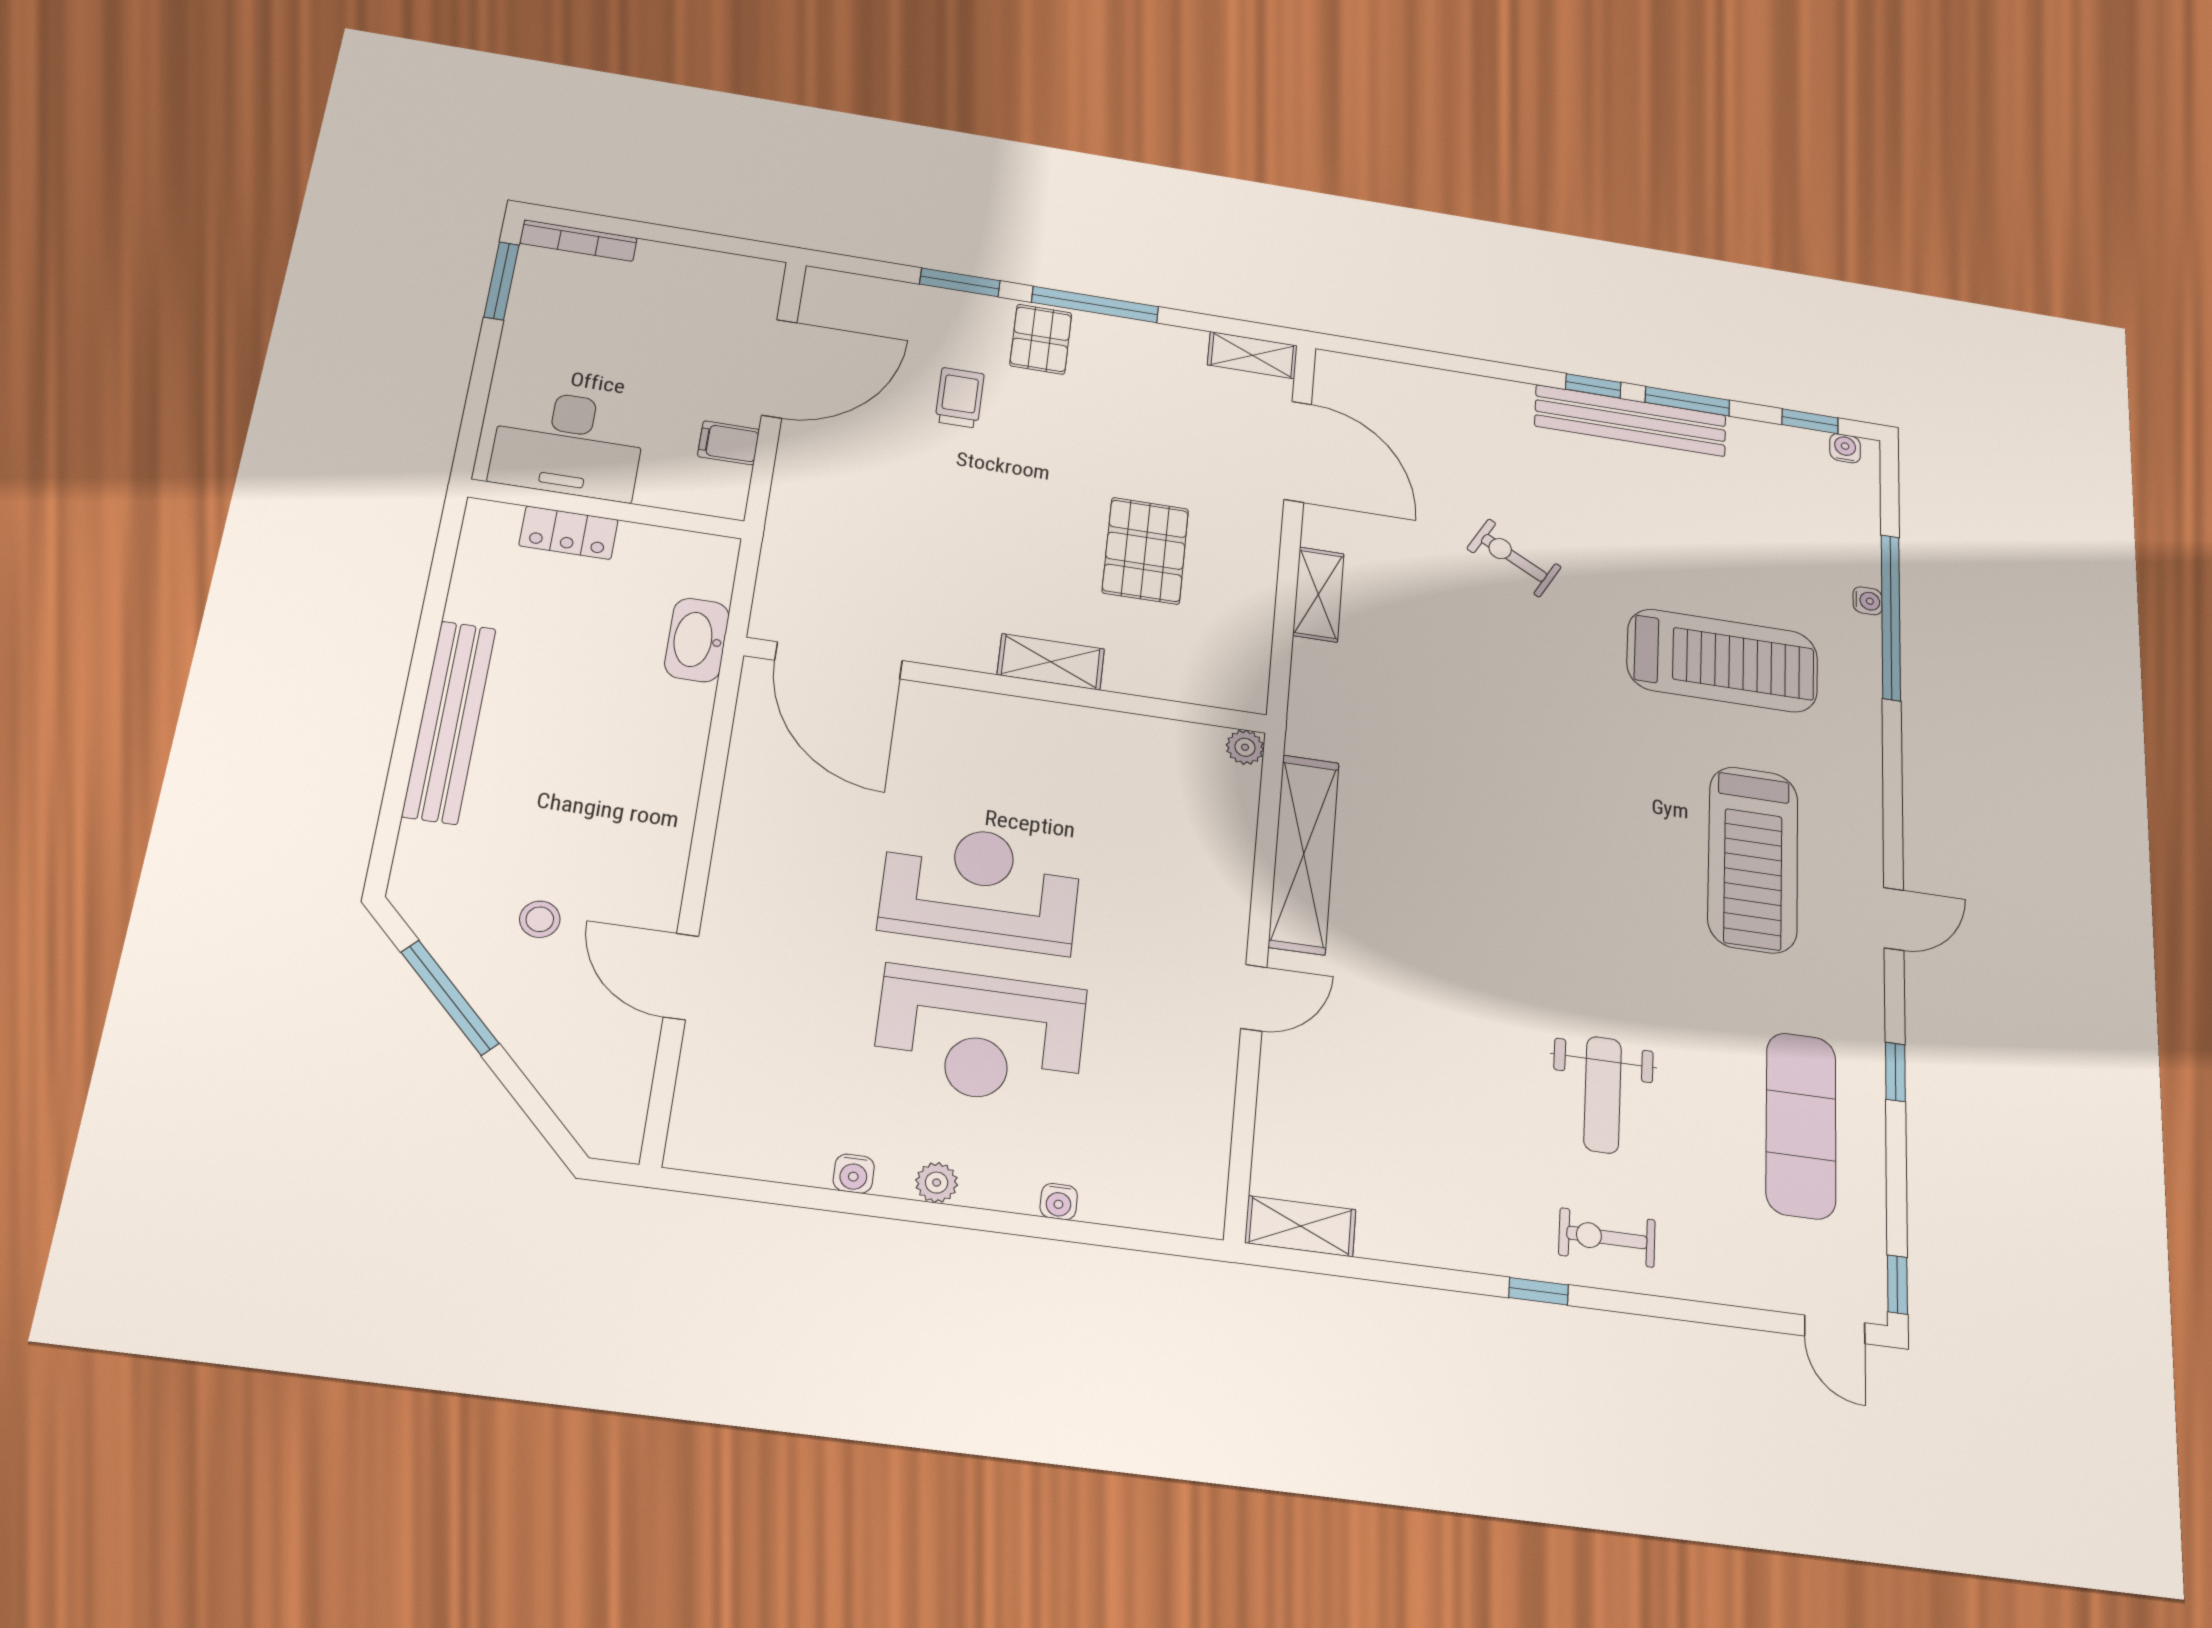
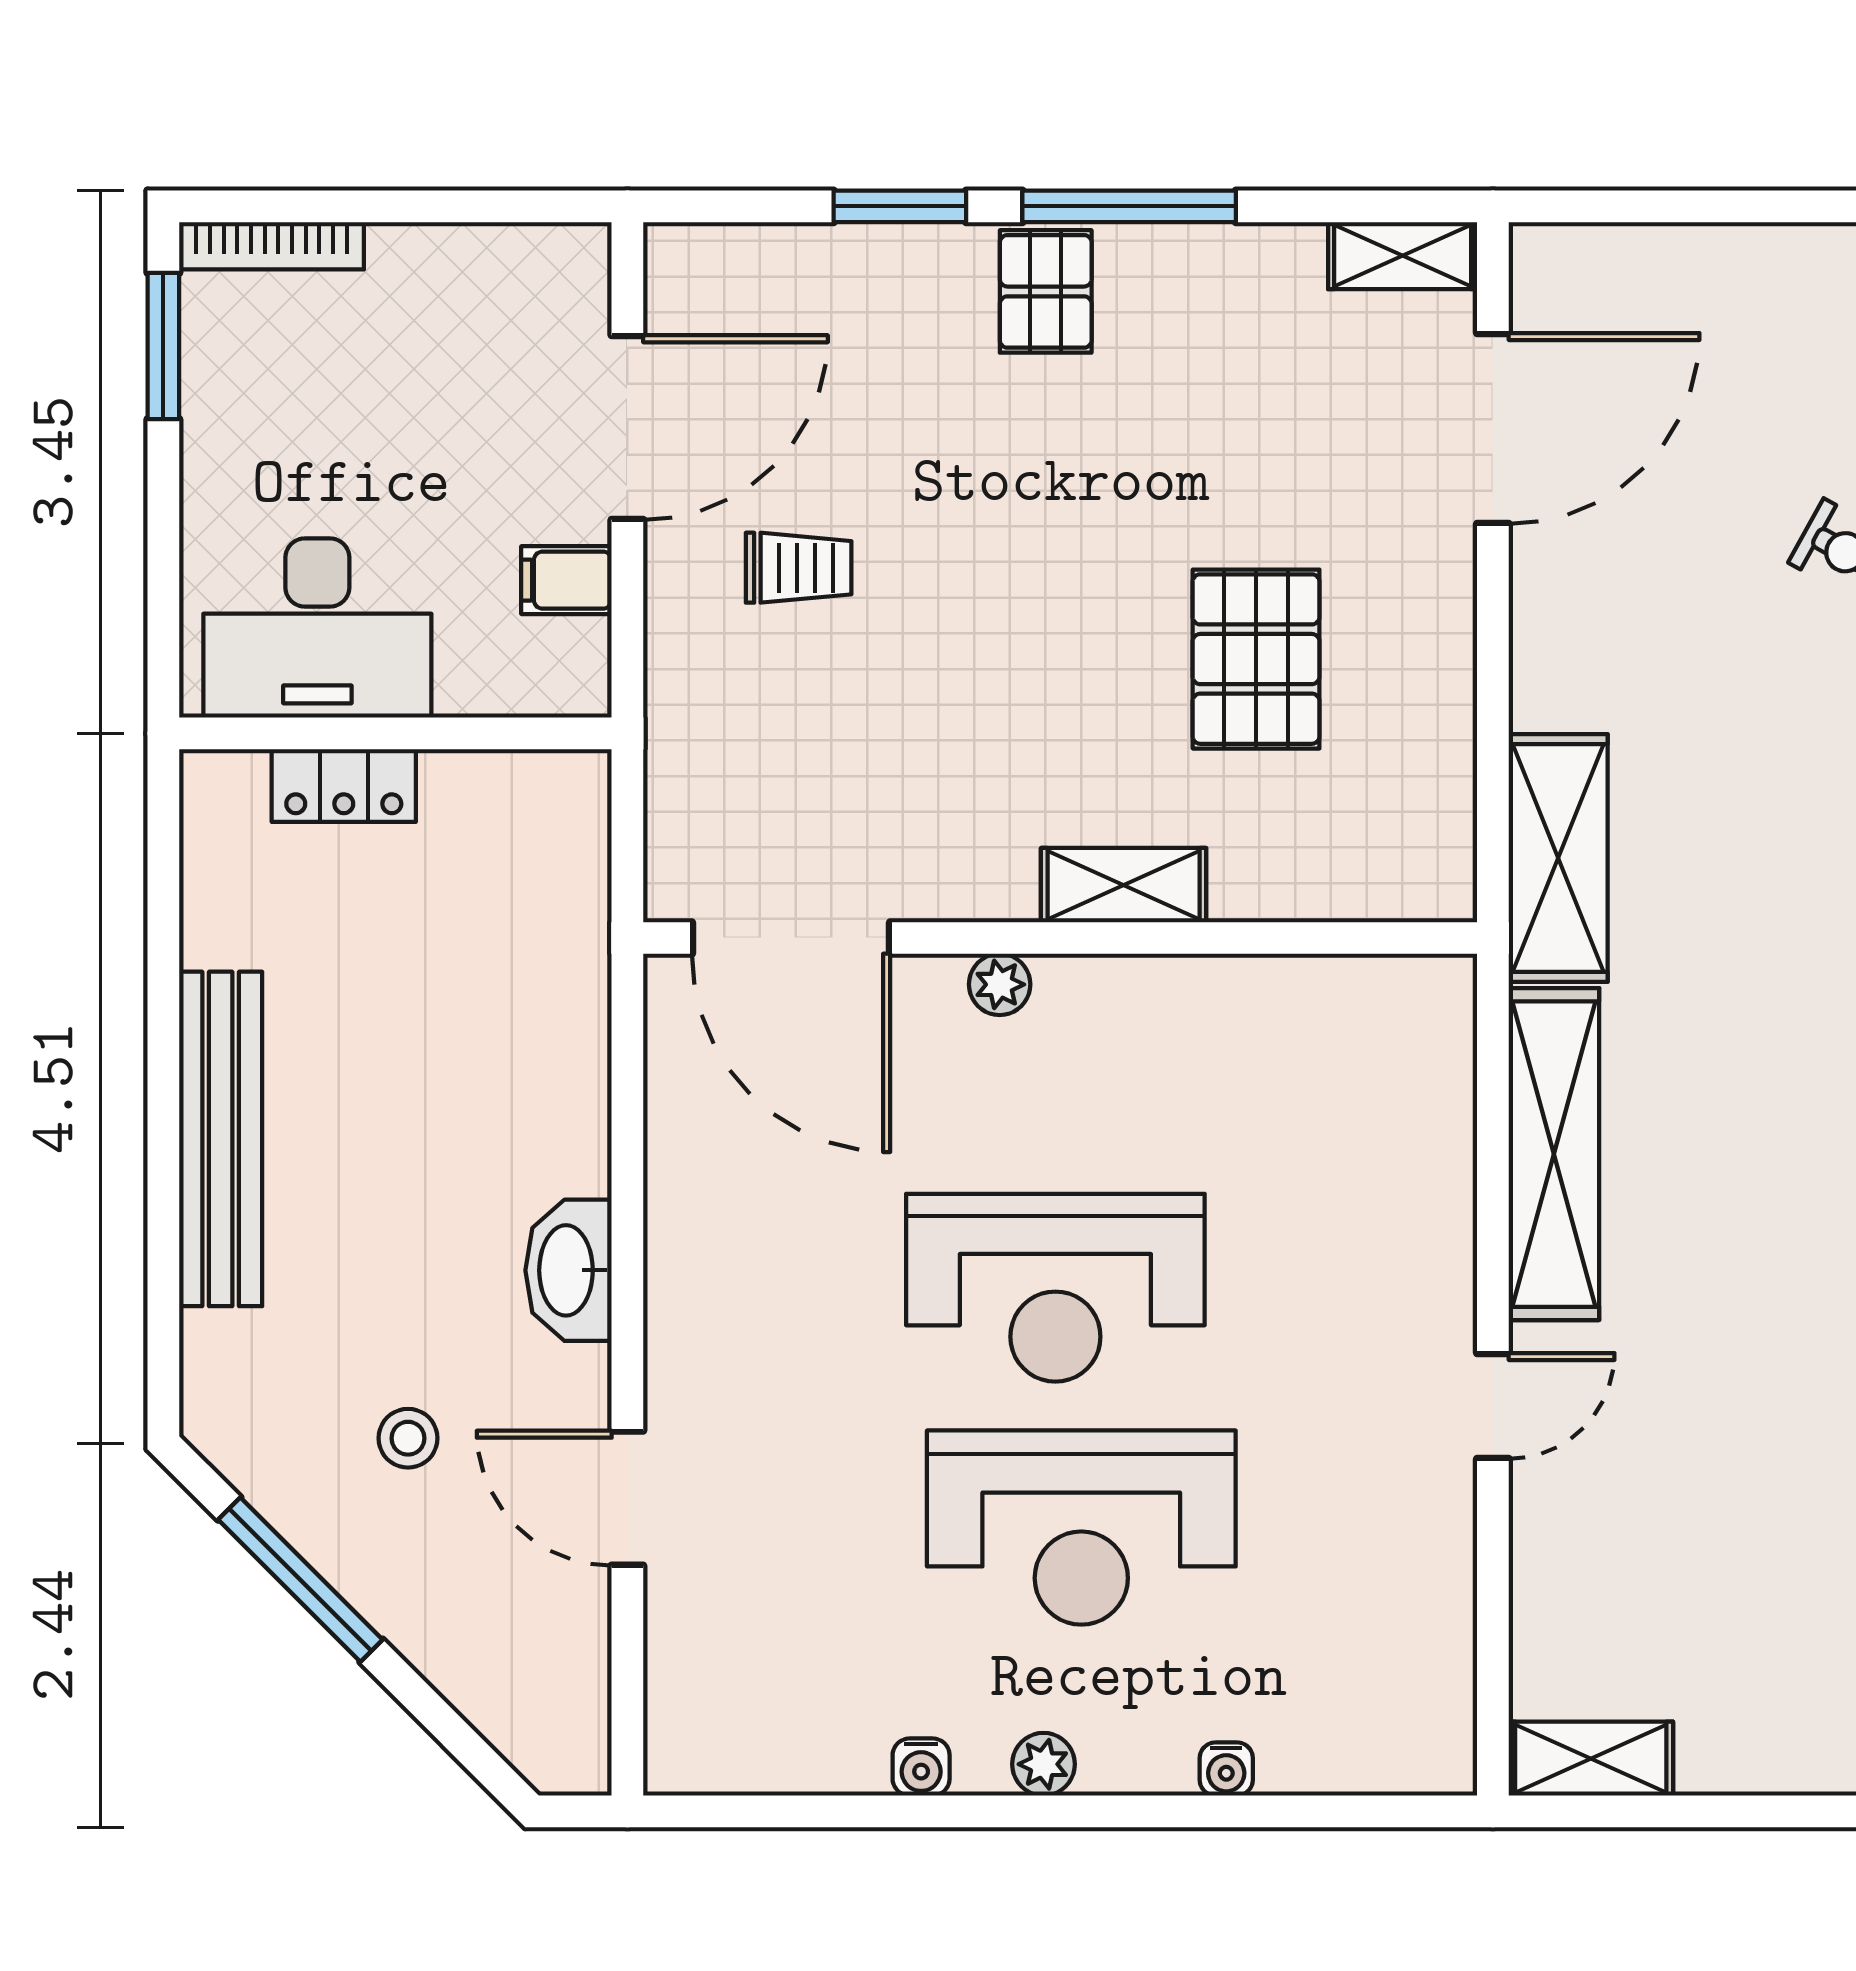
trolley: (960, 398) -> (799, 568), moved, turned 90
door: (1298, 452) -> (1493, 428), hinge flipped
shelving: (1318, 594) -> (1558, 858), moved, width x1.50, depth x1.33
washbasin: (697, 640) -> (569, 1270), moved
plant: (1245, 747) -> (1000, 984), moved
reception desk: (980, 888) -> (1055, 1288), turned 180

